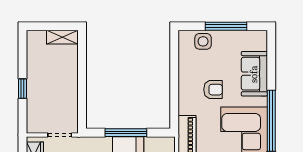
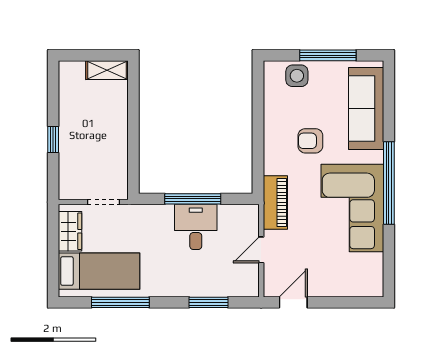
sofa: (254, 74) -> (366, 108), width x1.36
armchair: (213, 90) -> (310, 141), turned 180

